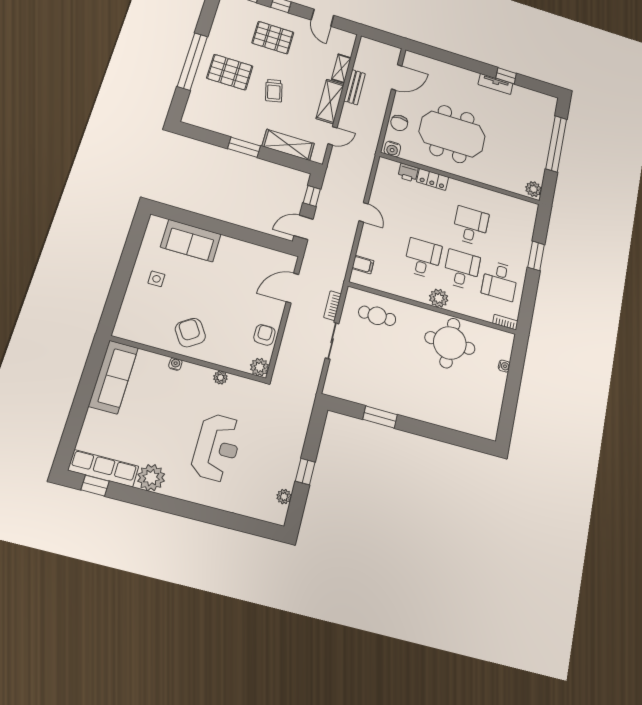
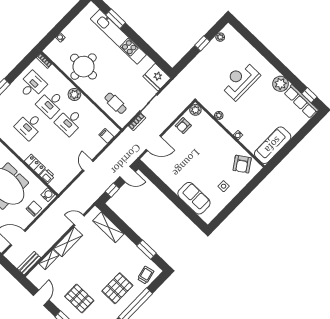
pallet: (230, 72) -> (117, 288), turned 90
bench: (355, 87) -> (29, 263), moved
trolley: (274, 91) -> (146, 275), moved
window: (244, 147) -> (147, 250), moved
armchair: (190, 333) -> (242, 164), moved
fridge: (342, 384) -> (157, 77), added
kitchen unit: (429, 412) -> (118, 37), added
window: (380, 417) -> (116, 19), moved

